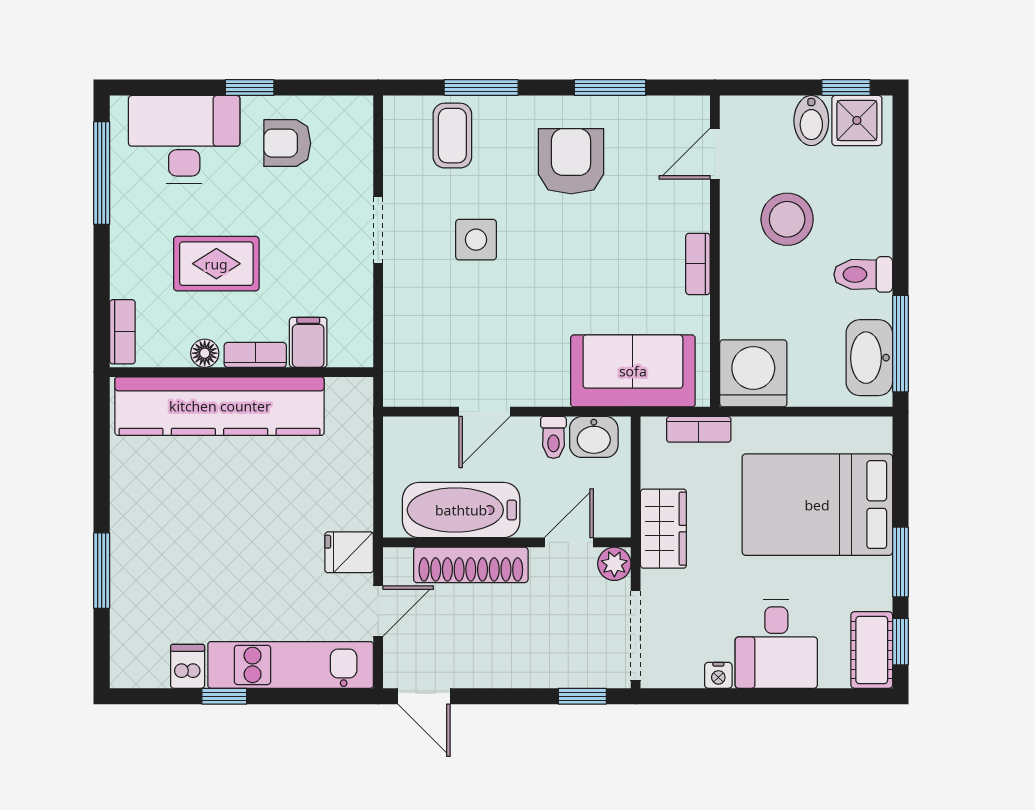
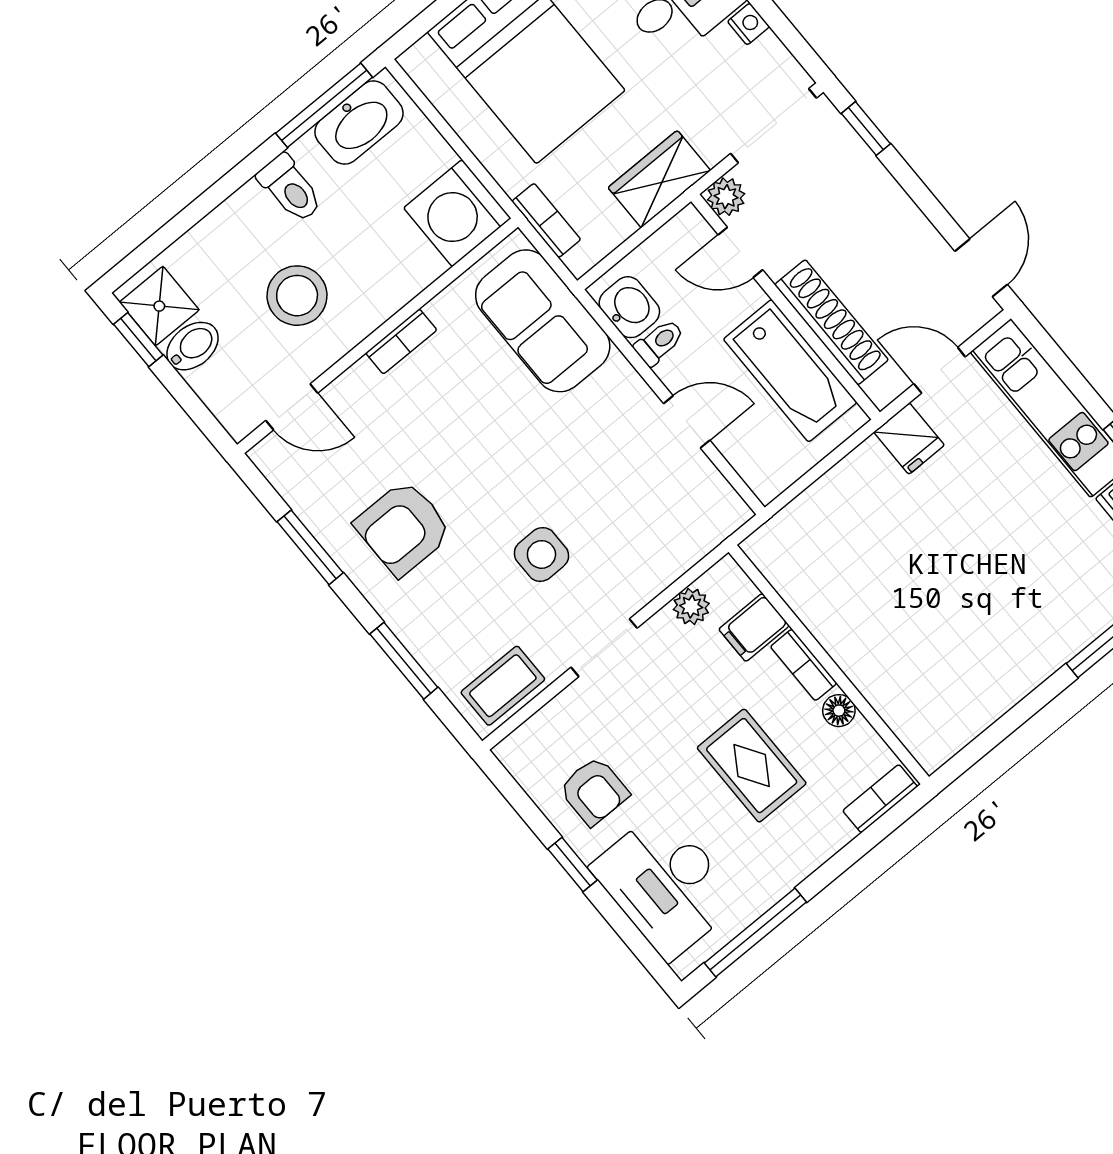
coffee table: (452, 136) -> (503, 686), moved
plant: (357, 312) -> (691, 606), added
kitchen counter: (220, 406) -> (875, 659), removed

